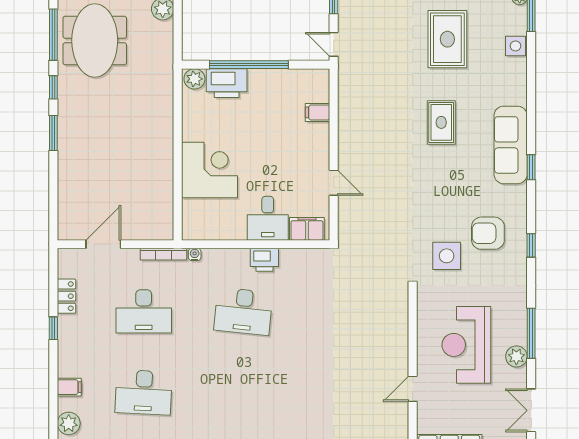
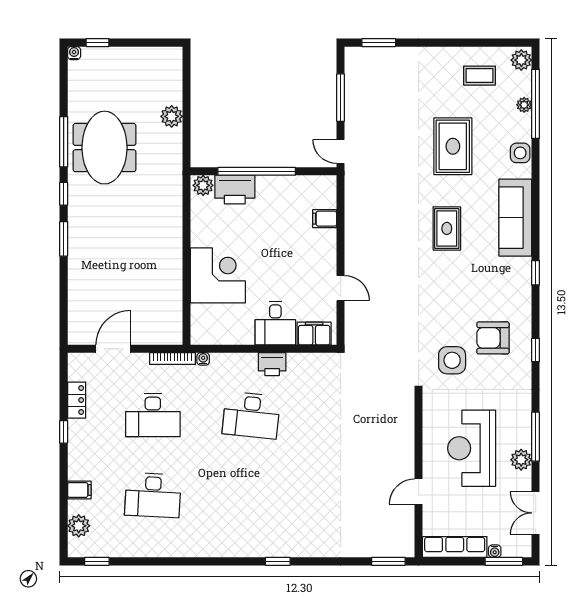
sofa: (511, 145) -> (515, 218), moved

